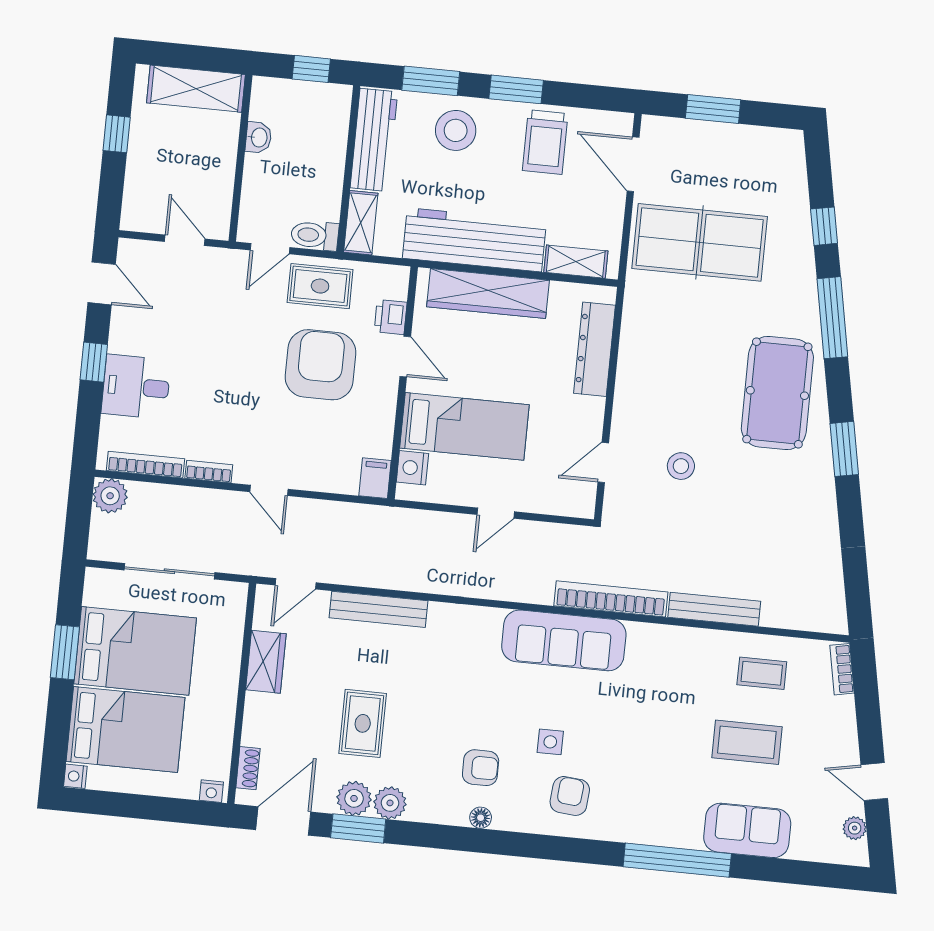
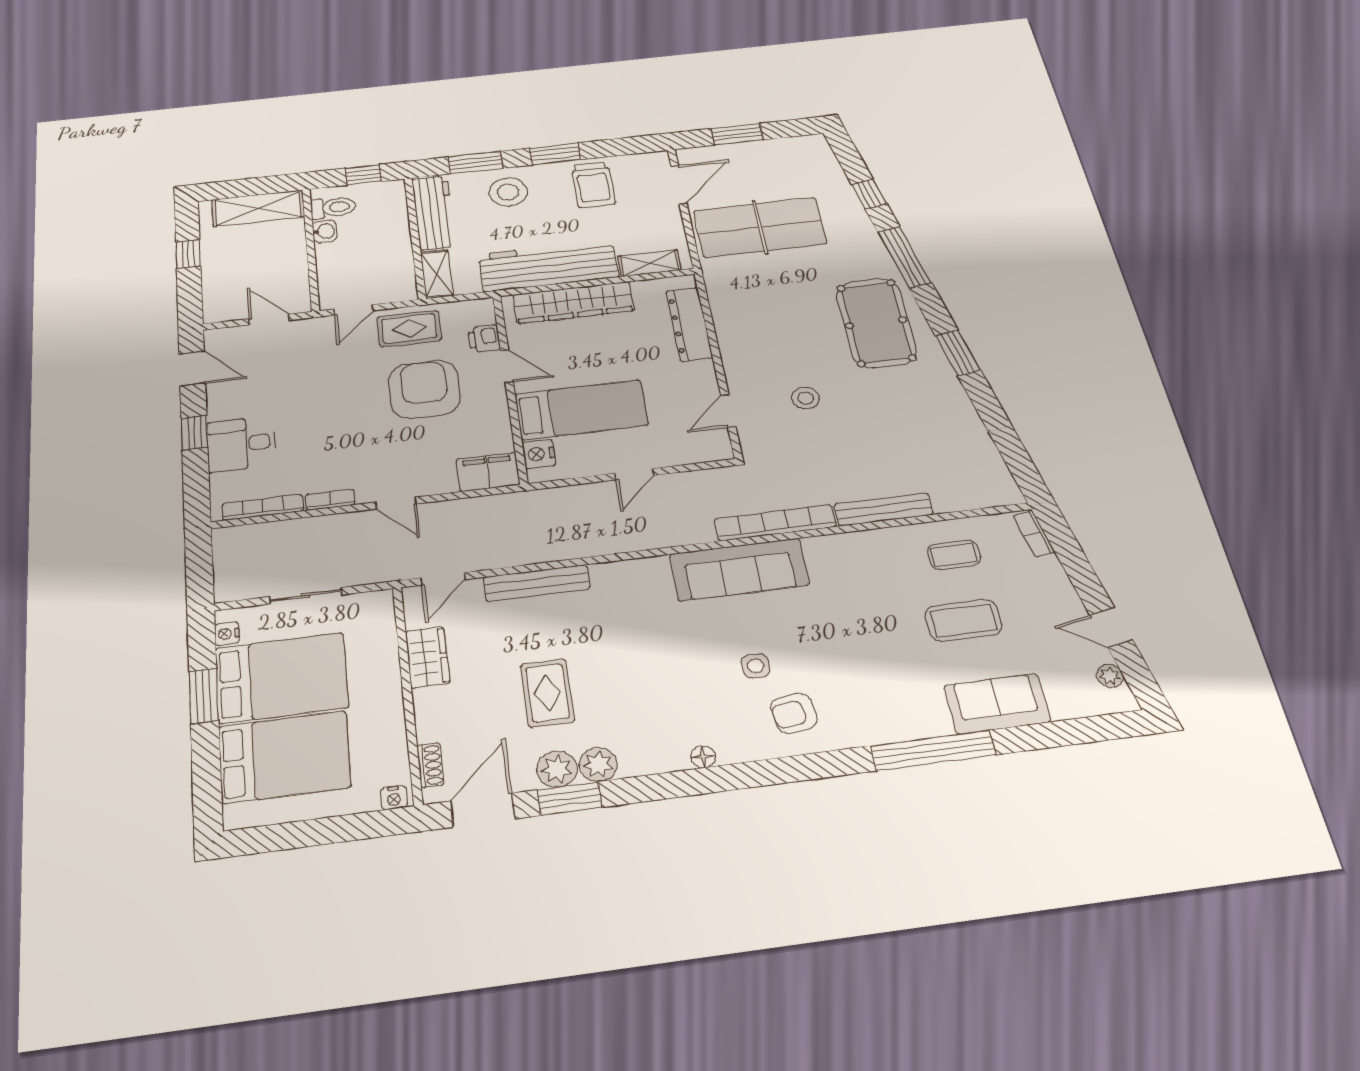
door: (633, 164) -> (679, 185), swing flipped
toilet: (315, 235) -> (333, 208), moved, turned 180
filing cabinet: (375, 478) -> (488, 472), width x2.00
plant: (110, 496) -> (230, 542), removed
sliding door: (169, 571) -> (306, 596), width x0.73
armchair: (481, 768) -> (688, 707), removed
nightstand: (75, 776) -> (227, 634), moved
armchair: (570, 796) -> (794, 713), turned -103

